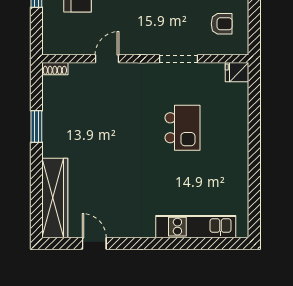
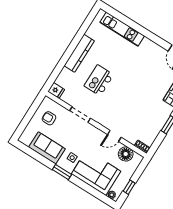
floor lamp: (73, 42) -> (126, 154), added
kitchen counter: (238, 150) -> (79, 53), added

